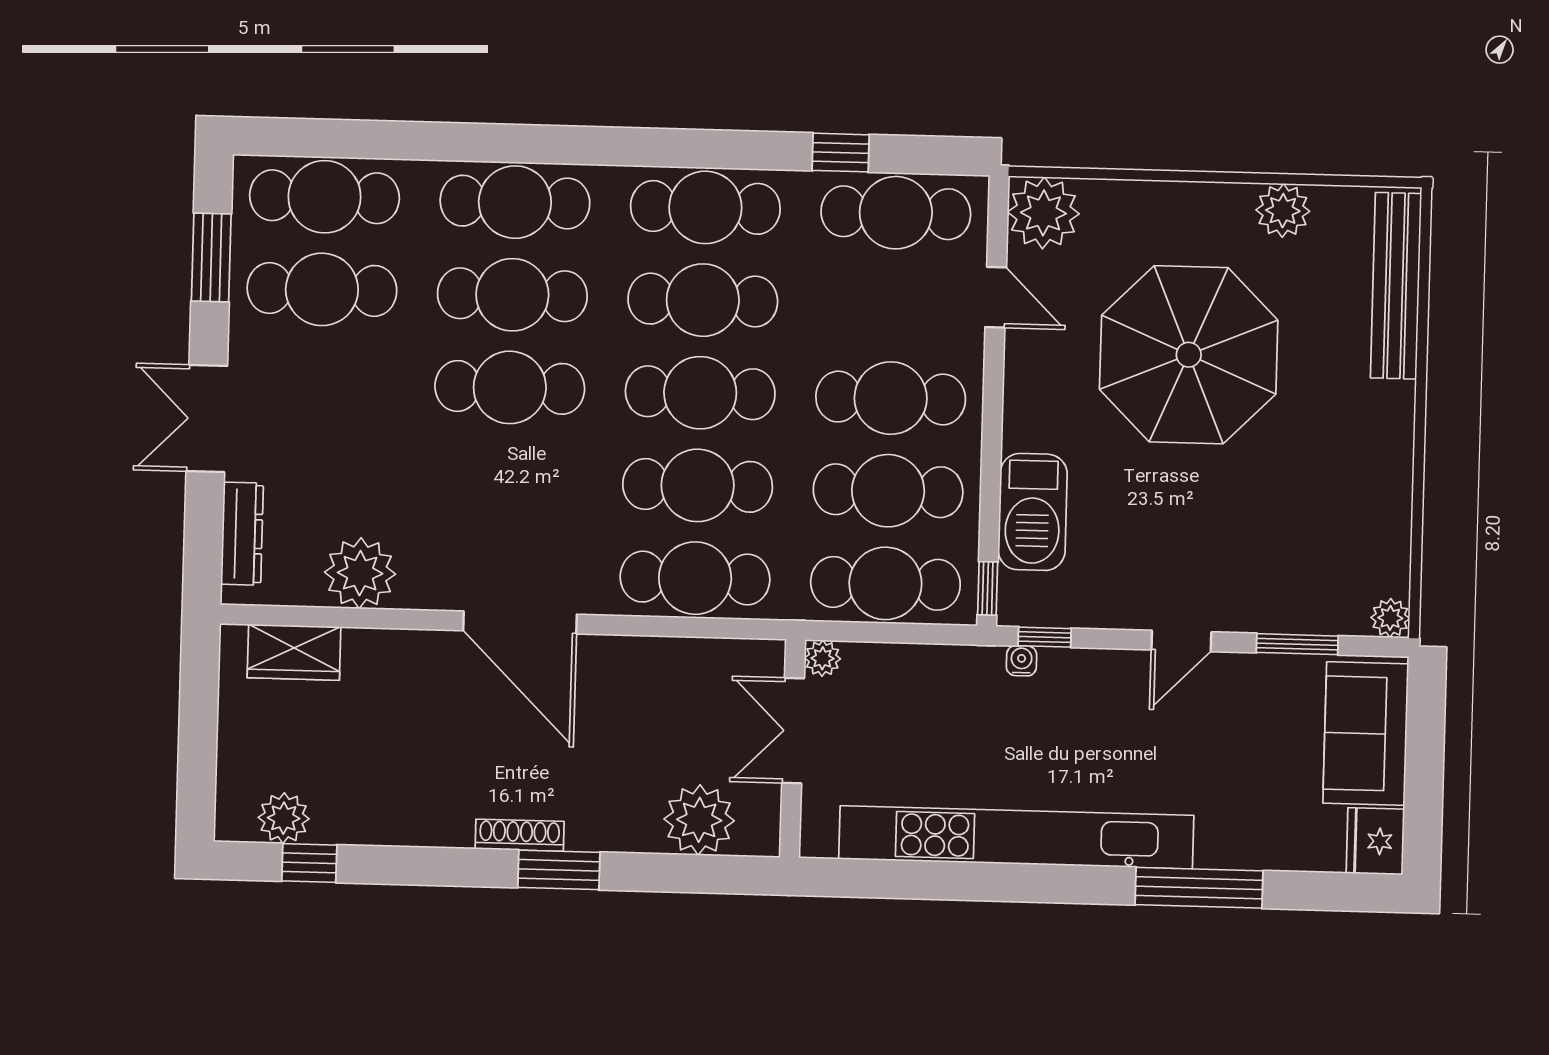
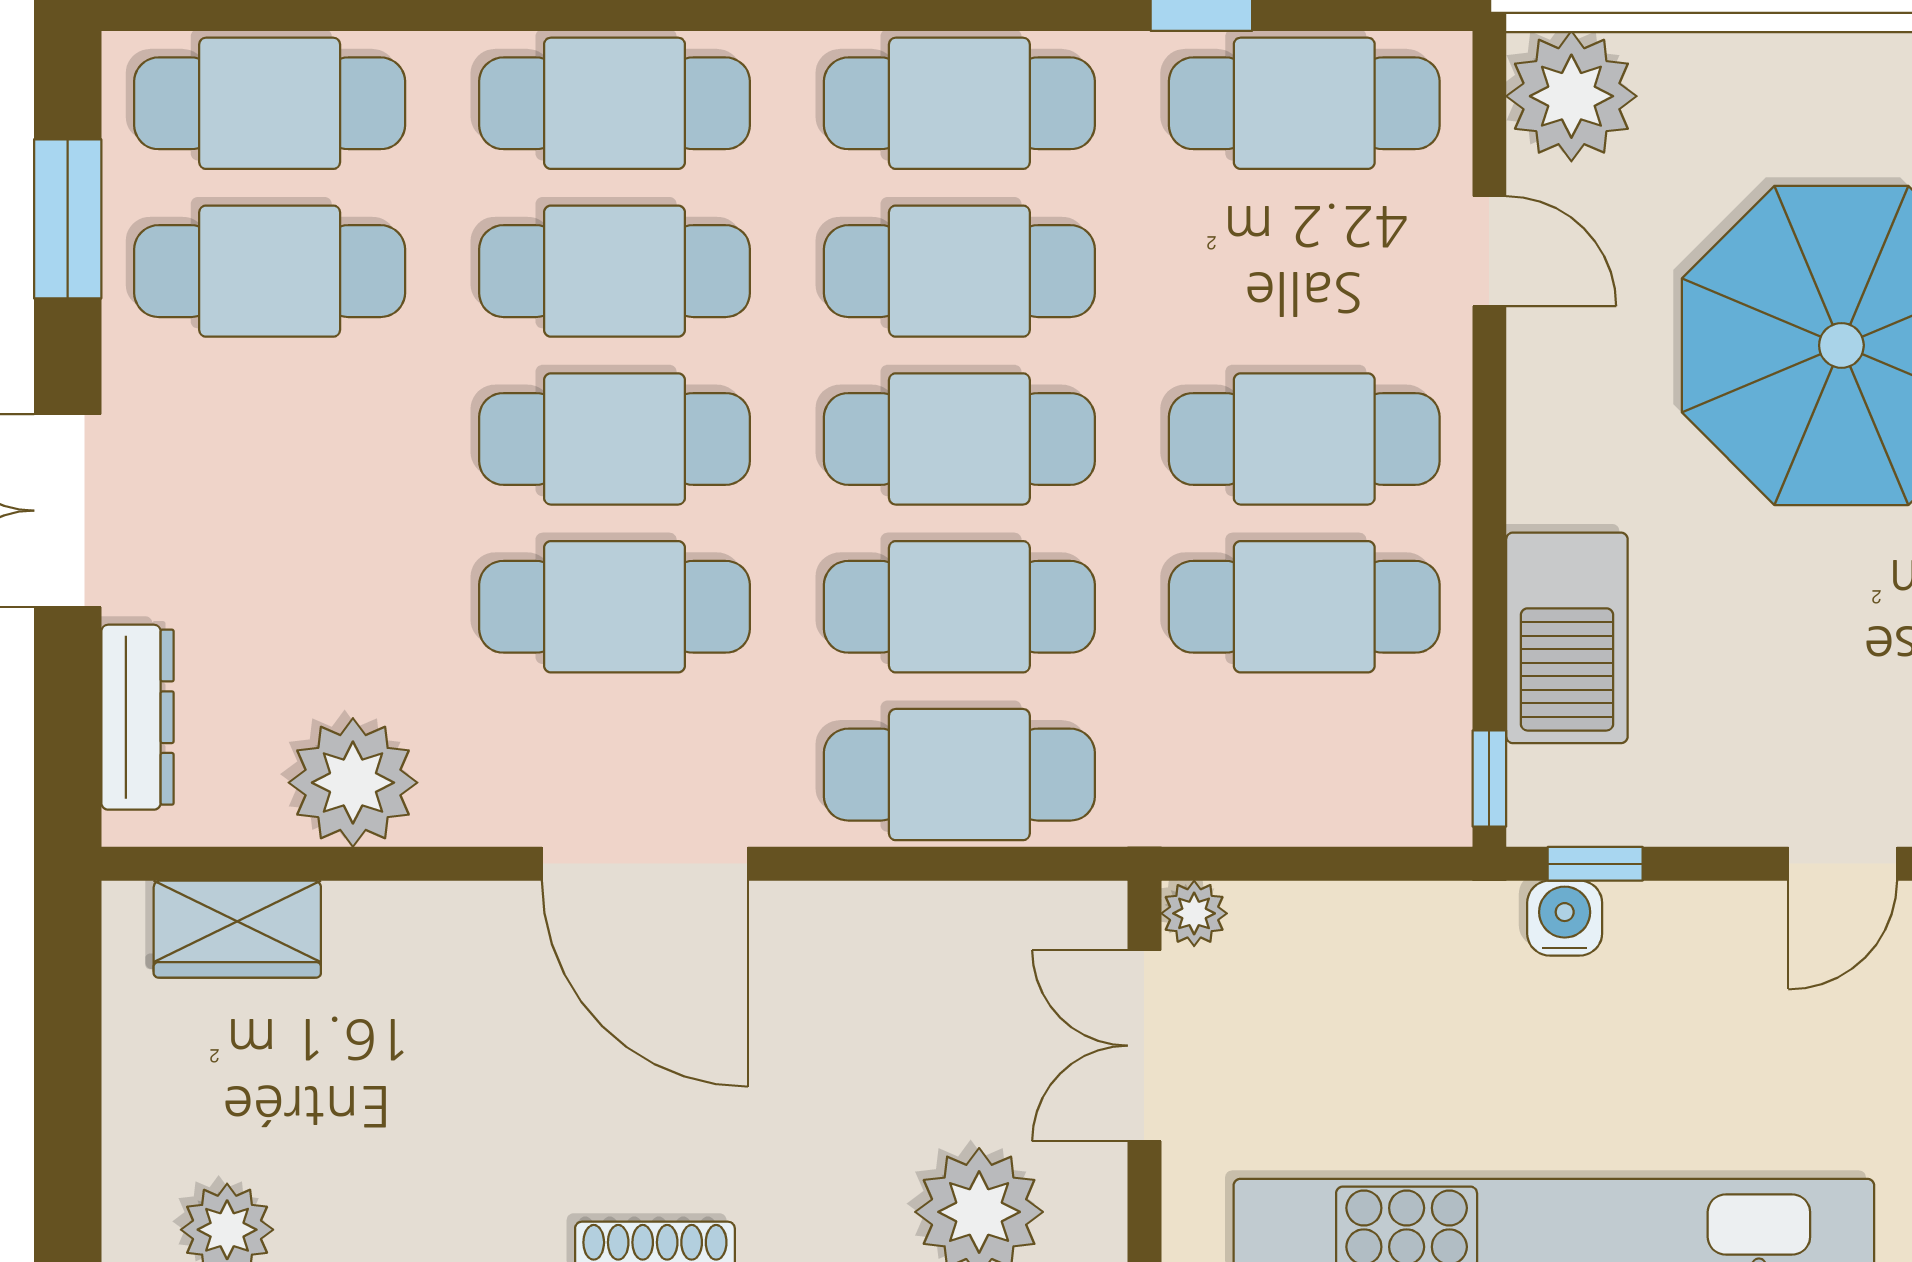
cafe table: (885, 583) -> (614, 607), moved
water cooler: (1021, 661) -> (1565, 918), width x1.38, depth x1.38

